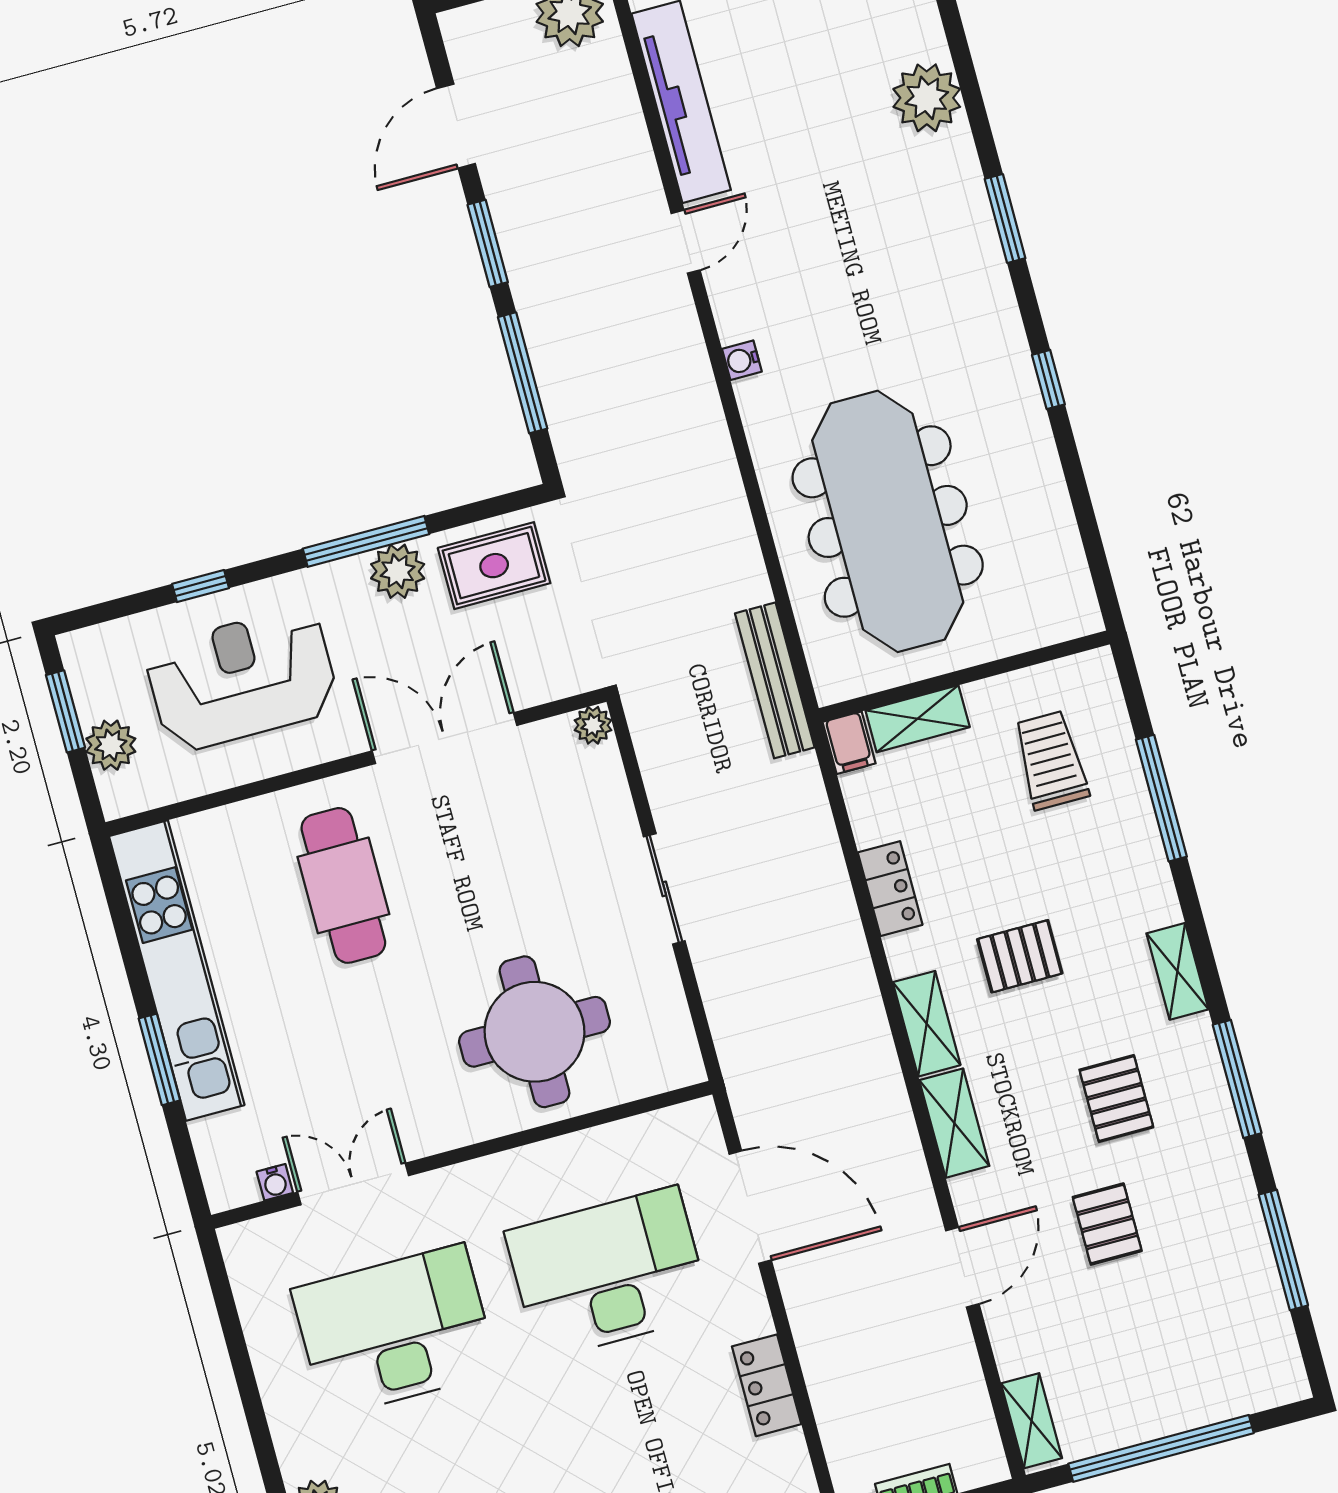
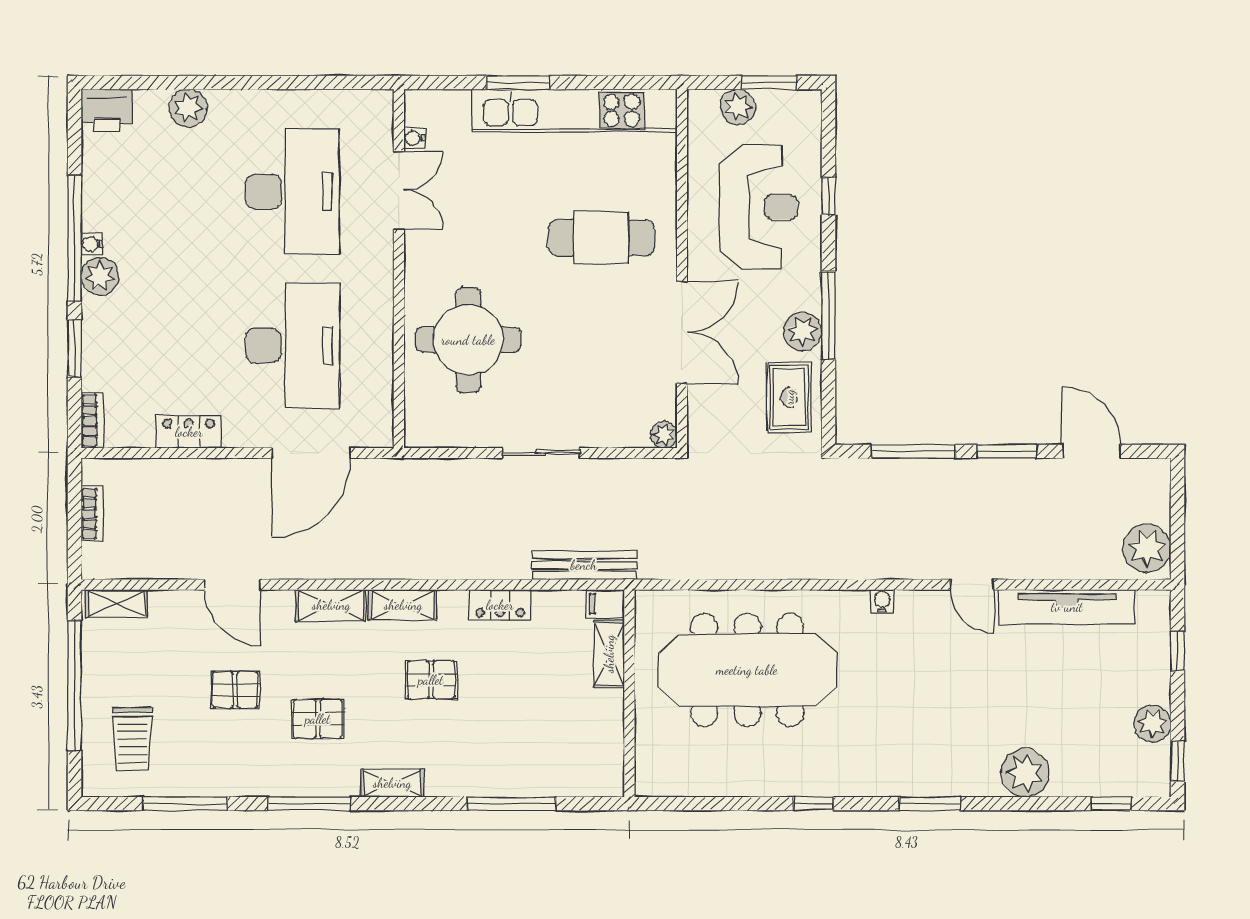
bench: (775, 680) -> (584, 565), moved
trolley: (1051, 760) -> (132, 739), moved, turned 90
pallet: (1020, 956) -> (431, 680), turned 90

